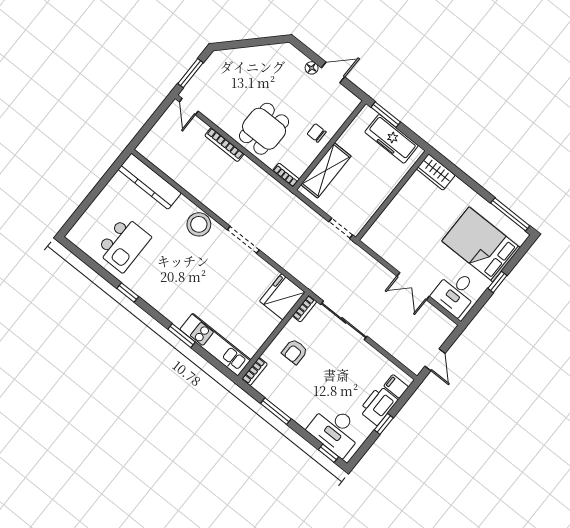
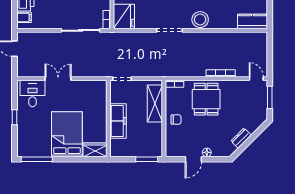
dresser: (260, 53) -> (241, 138), added
freezer: (392, 139) -> (118, 121), moved, turned 90
kitchen counter: (150, 181) -> (253, 22), width x0.67
bed: (481, 244) -> (67, 134), moved, turned -90

